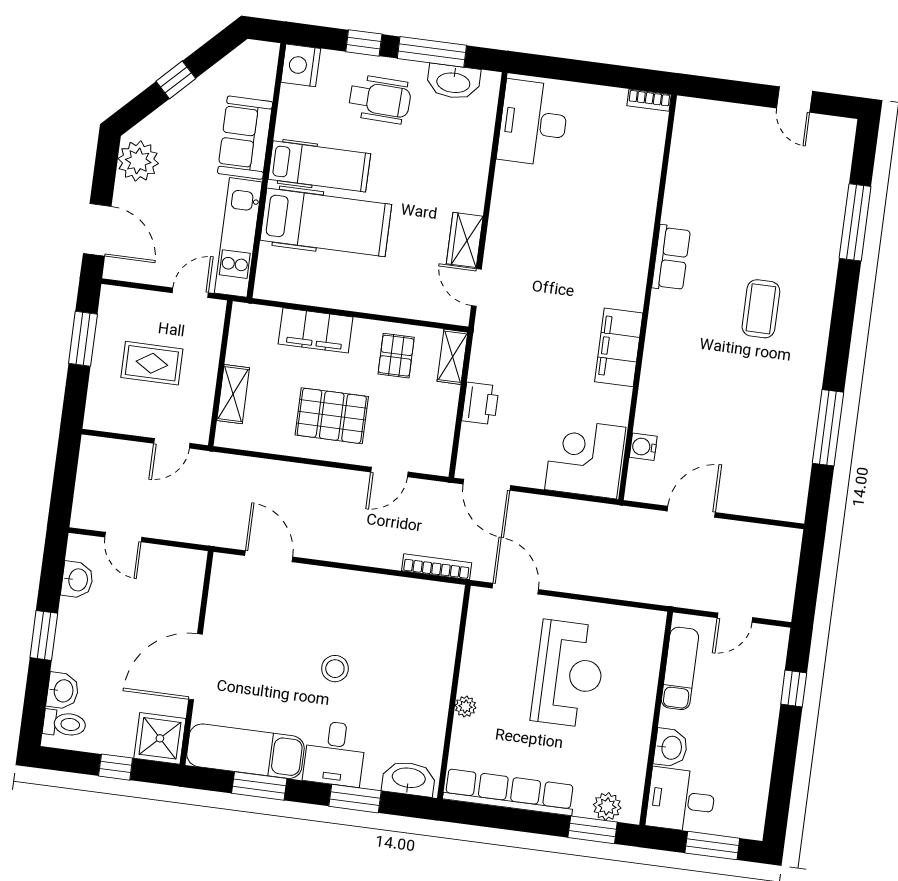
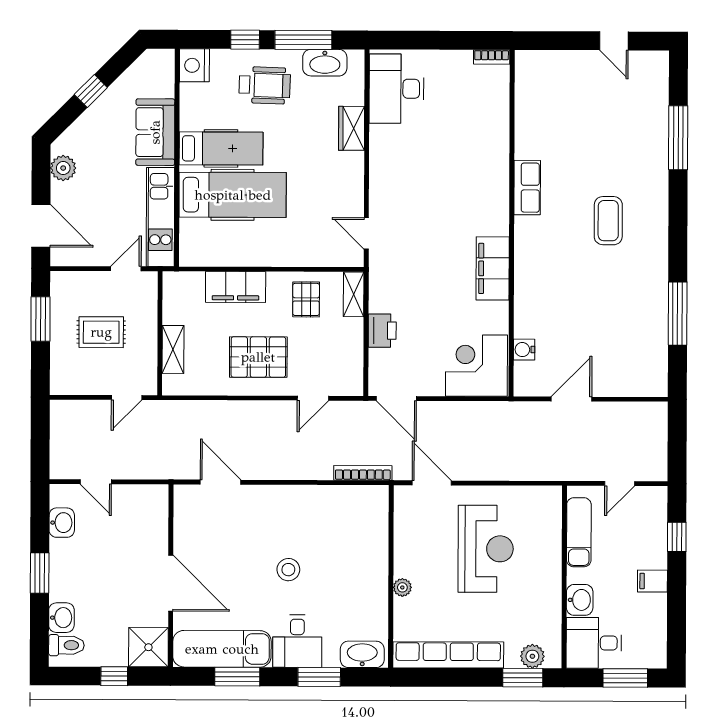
plant: (138, 161) -> (63, 168), width x0.73, depth x0.73
wardrobe: (465, 240) -> (352, 128), moved
door: (196, 667) -> (171, 583), swing flipped
filing cabinet: (759, 736) -> (652, 581), added

